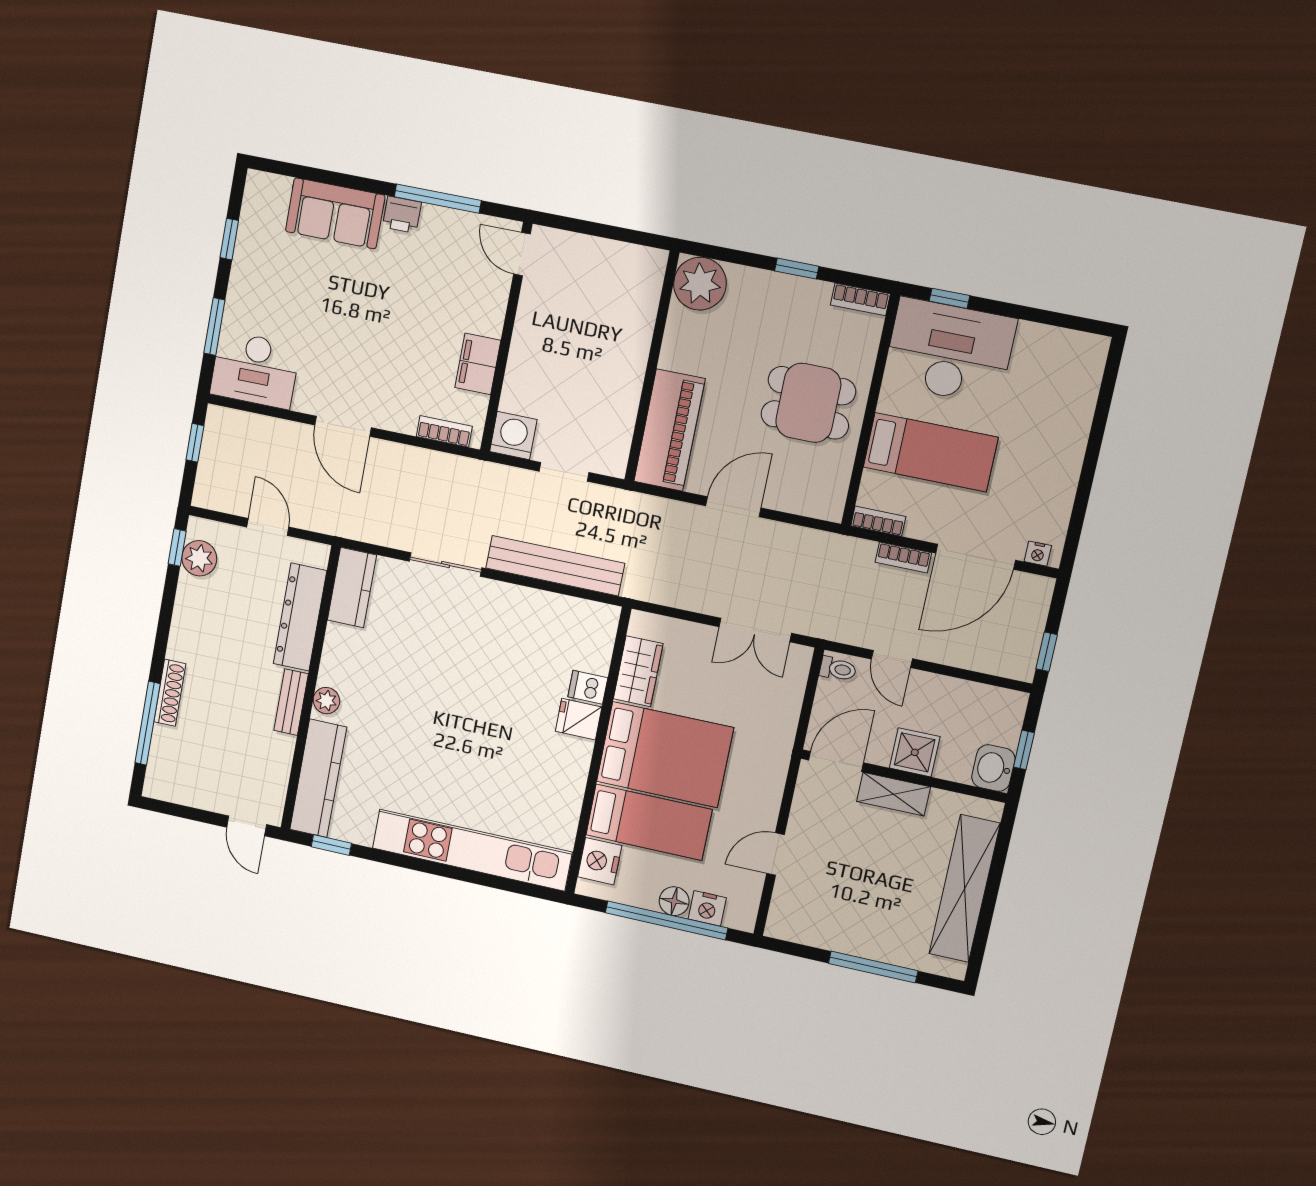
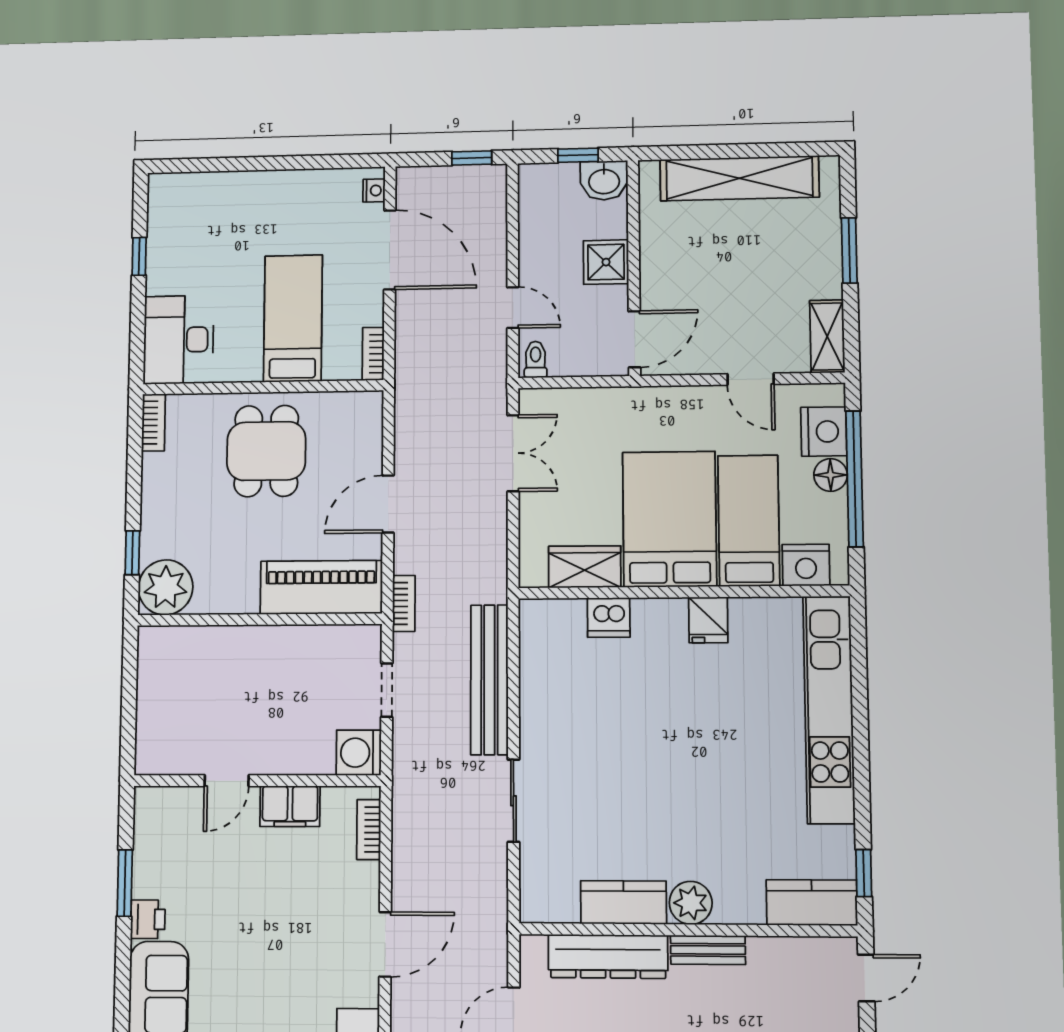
window: (438, 199) -> (125, 883), width x0.69
door: (522, 254) -> (227, 781), moved
window: (797, 269) -> (132, 553), moved
window: (949, 298) -> (139, 256), moved
desk: (949, 351) -> (178, 340), width x0.73, depth x0.77
door: (733, 507) -> (388, 504), hinge flipped
bookcase: (903, 558) -> (404, 603), moved
kitchen counter: (352, 588) -> (624, 902), moved
door: (892, 659) -> (513, 308), hinge flipped
dishwasher: (588, 687) -> (609, 617), width x1.38
plant: (326, 701) -> (691, 903), width x1.38, depth x1.38
fridge: (579, 719) -> (708, 620), moved
door: (836, 761) -> (634, 339), swing flipped
kitchen counter: (318, 778) -> (812, 903), width x0.67
shelving: (894, 794) -> (827, 336), moved
nightstand: (707, 908) -> (824, 432), width x1.36, depth x1.33
window: (873, 967) -> (849, 250), width x0.69

